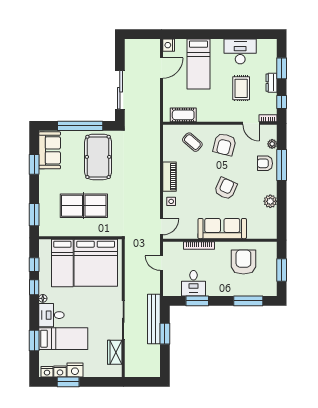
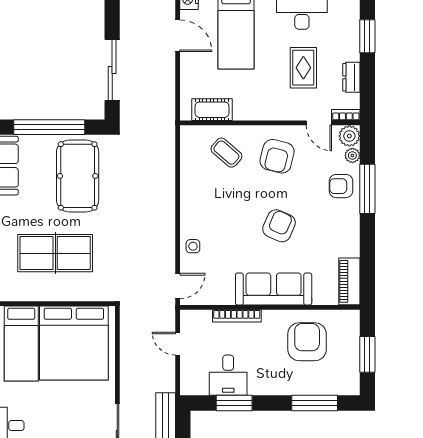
door: (161, 68) -> (178, 36), hinge flipped
dresser: (272, 83) -> (351, 77), moved
window: (282, 102) -> (367, 89), removed
piano: (170, 177) -> (349, 281), moved, turned 180
plant: (270, 201) -> (349, 136), moved

